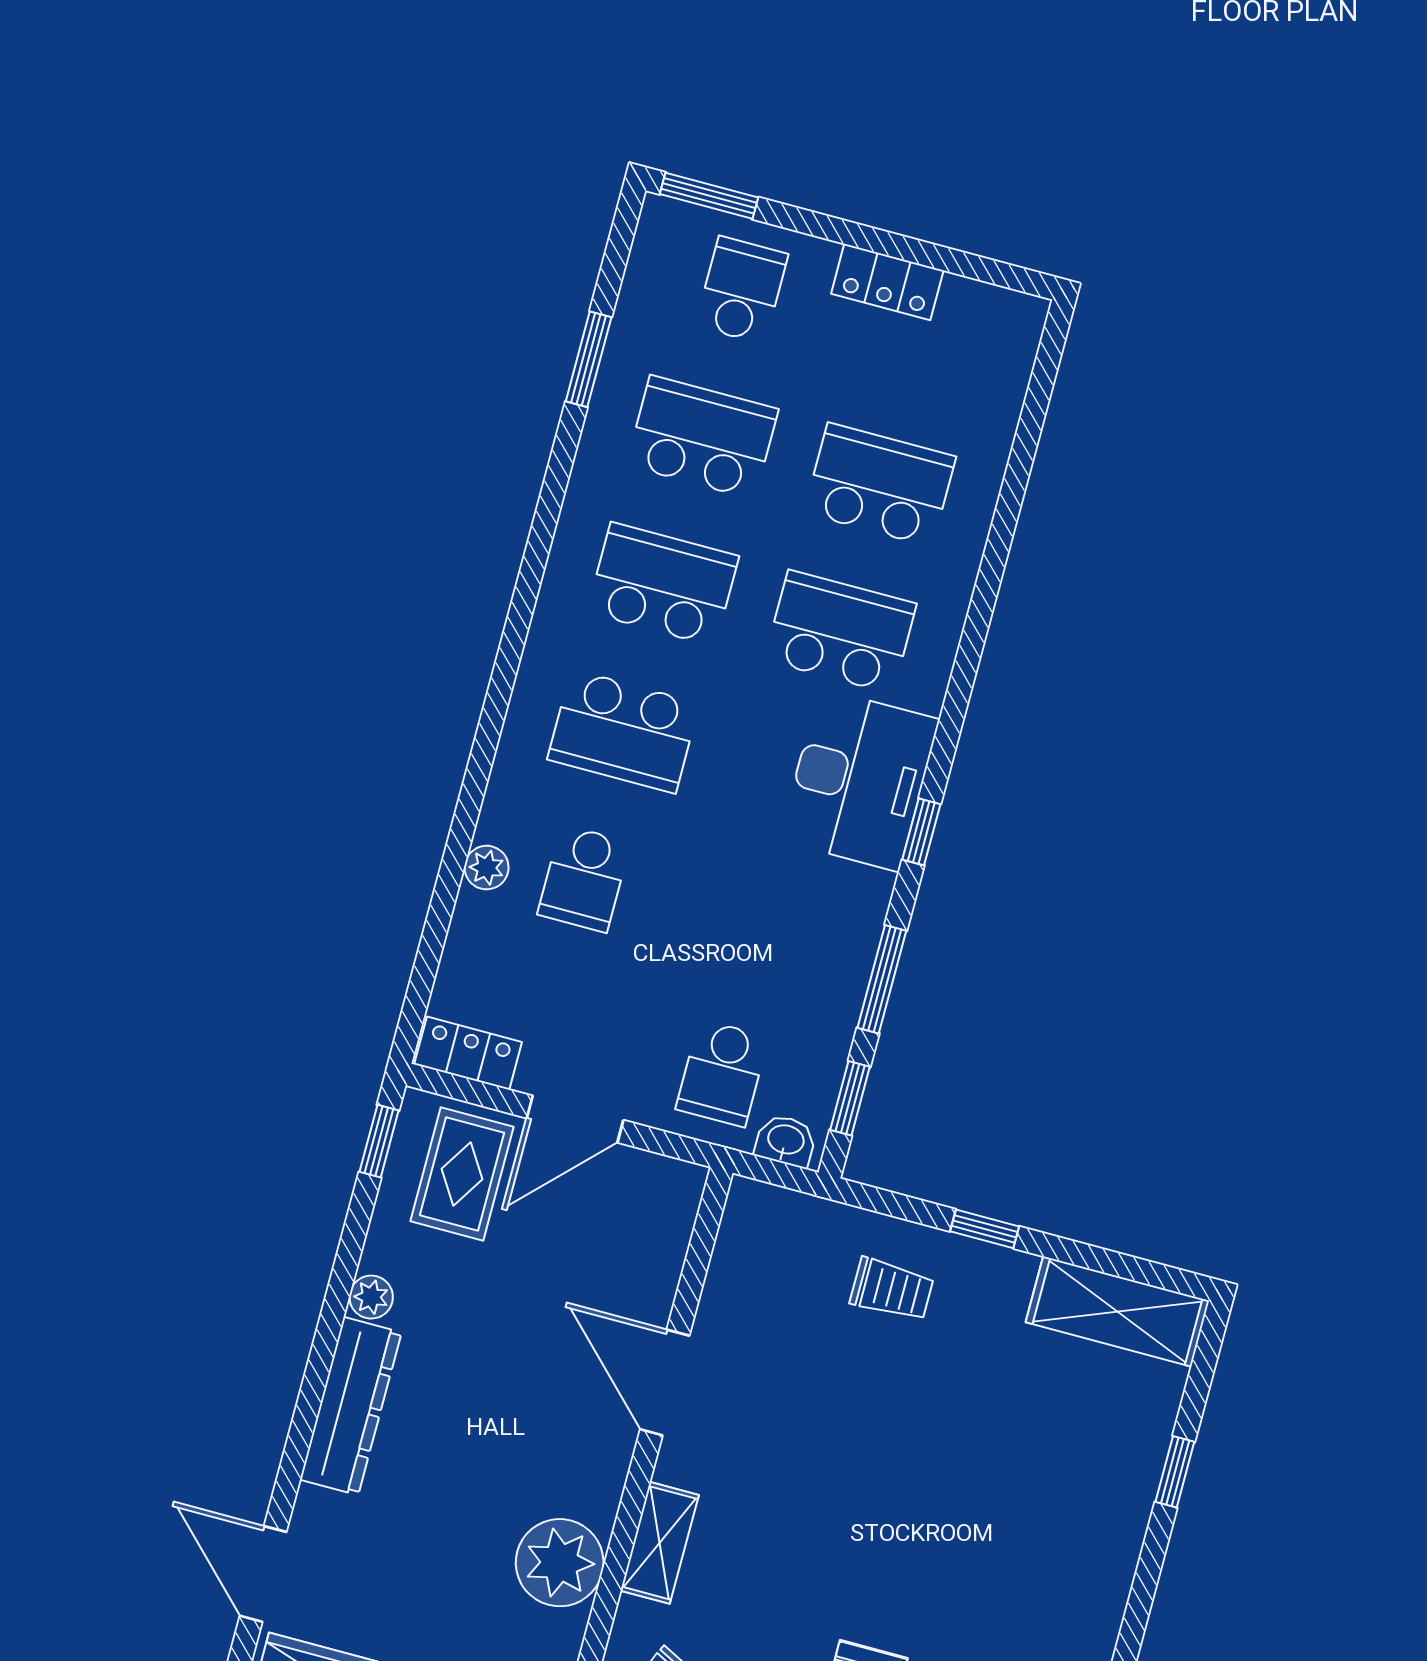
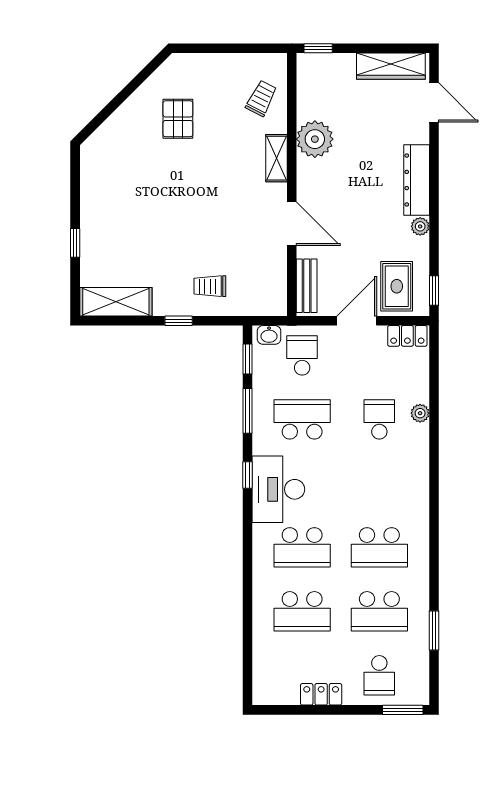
school desk: (623, 731) -> (302, 419), moved
bench: (669, 1231) -> (307, 286), added

